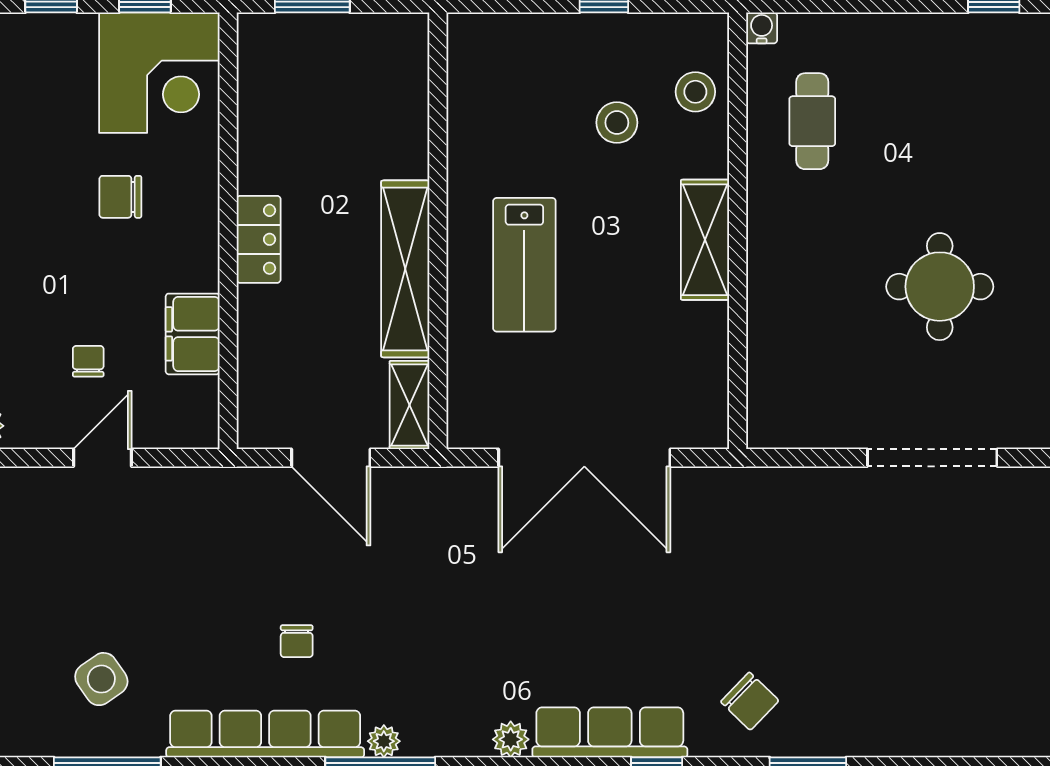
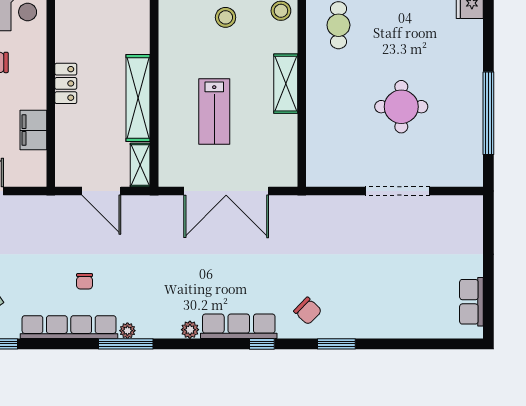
stool: (617, 123) -> (226, 17), moved
lab bench: (524, 265) -> (214, 112), moved

